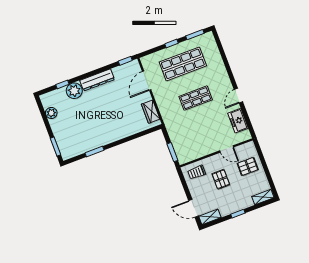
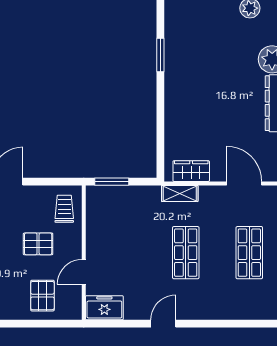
shop shelf: (183, 64) -> (249, 253), width x0.70, depth x0.74
door: (238, 96) -> (163, 324), hinge flipped
shelving: (165, 113) -> (180, 193), added
freezer: (238, 121) -> (104, 308), moved

